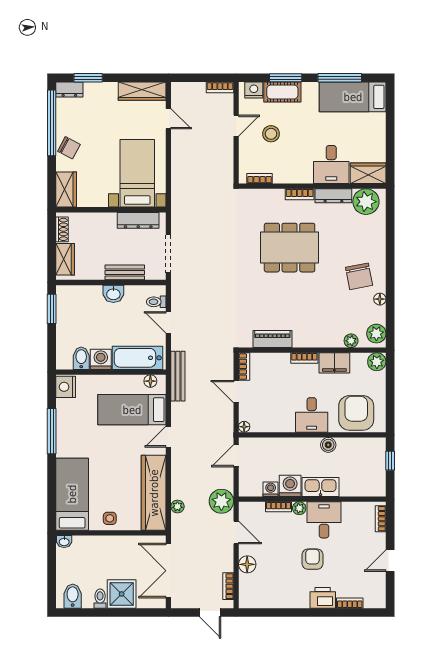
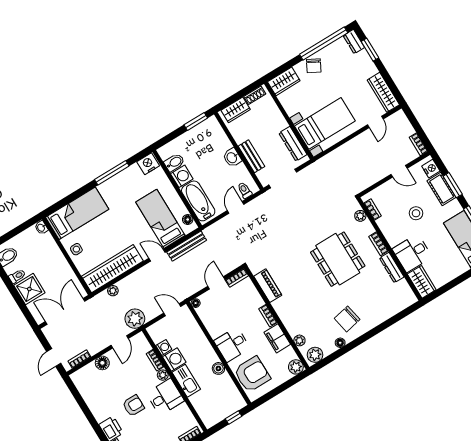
stool: (271, 134) -> (416, 213), moved
plant: (366, 202) -> (360, 216), moved, width x0.53, depth x0.53
bench: (178, 376) -> (187, 246), moved

